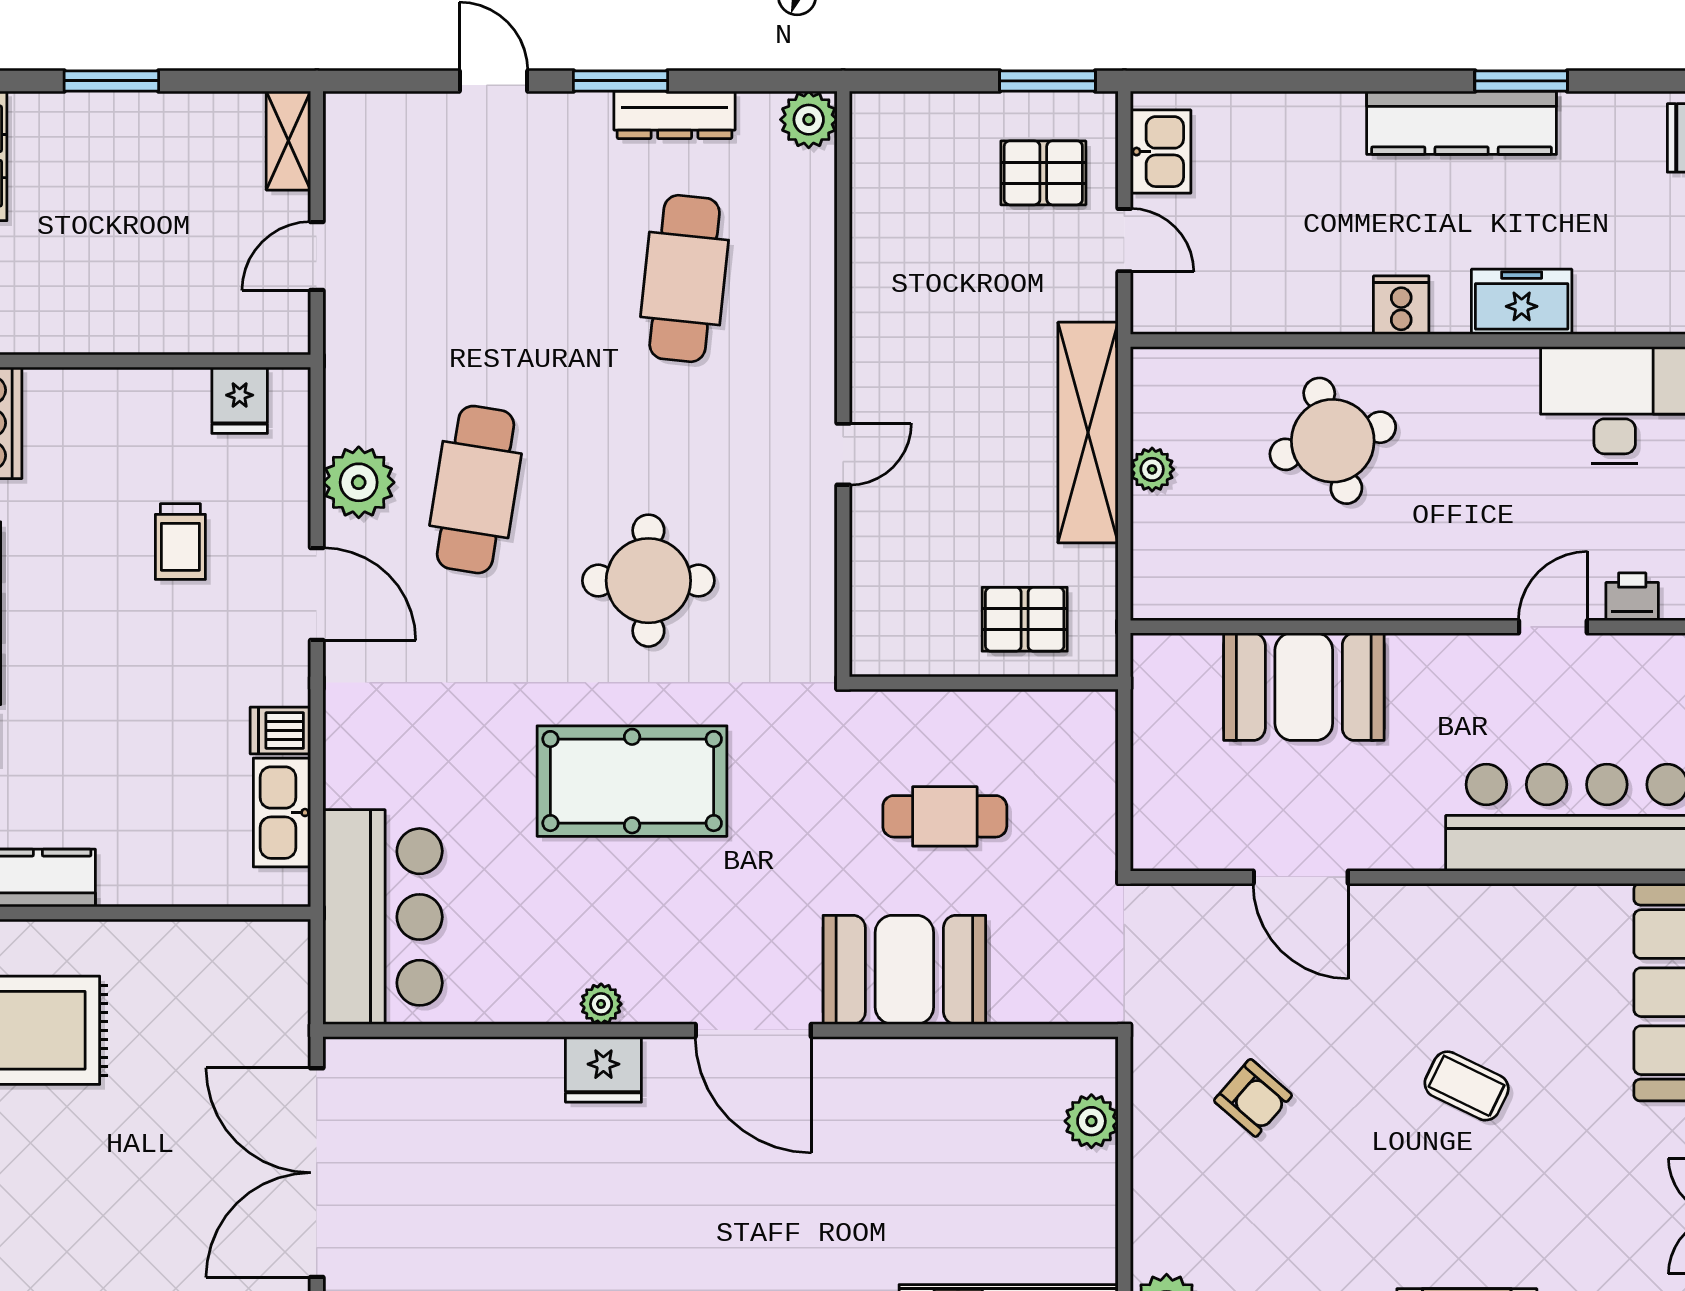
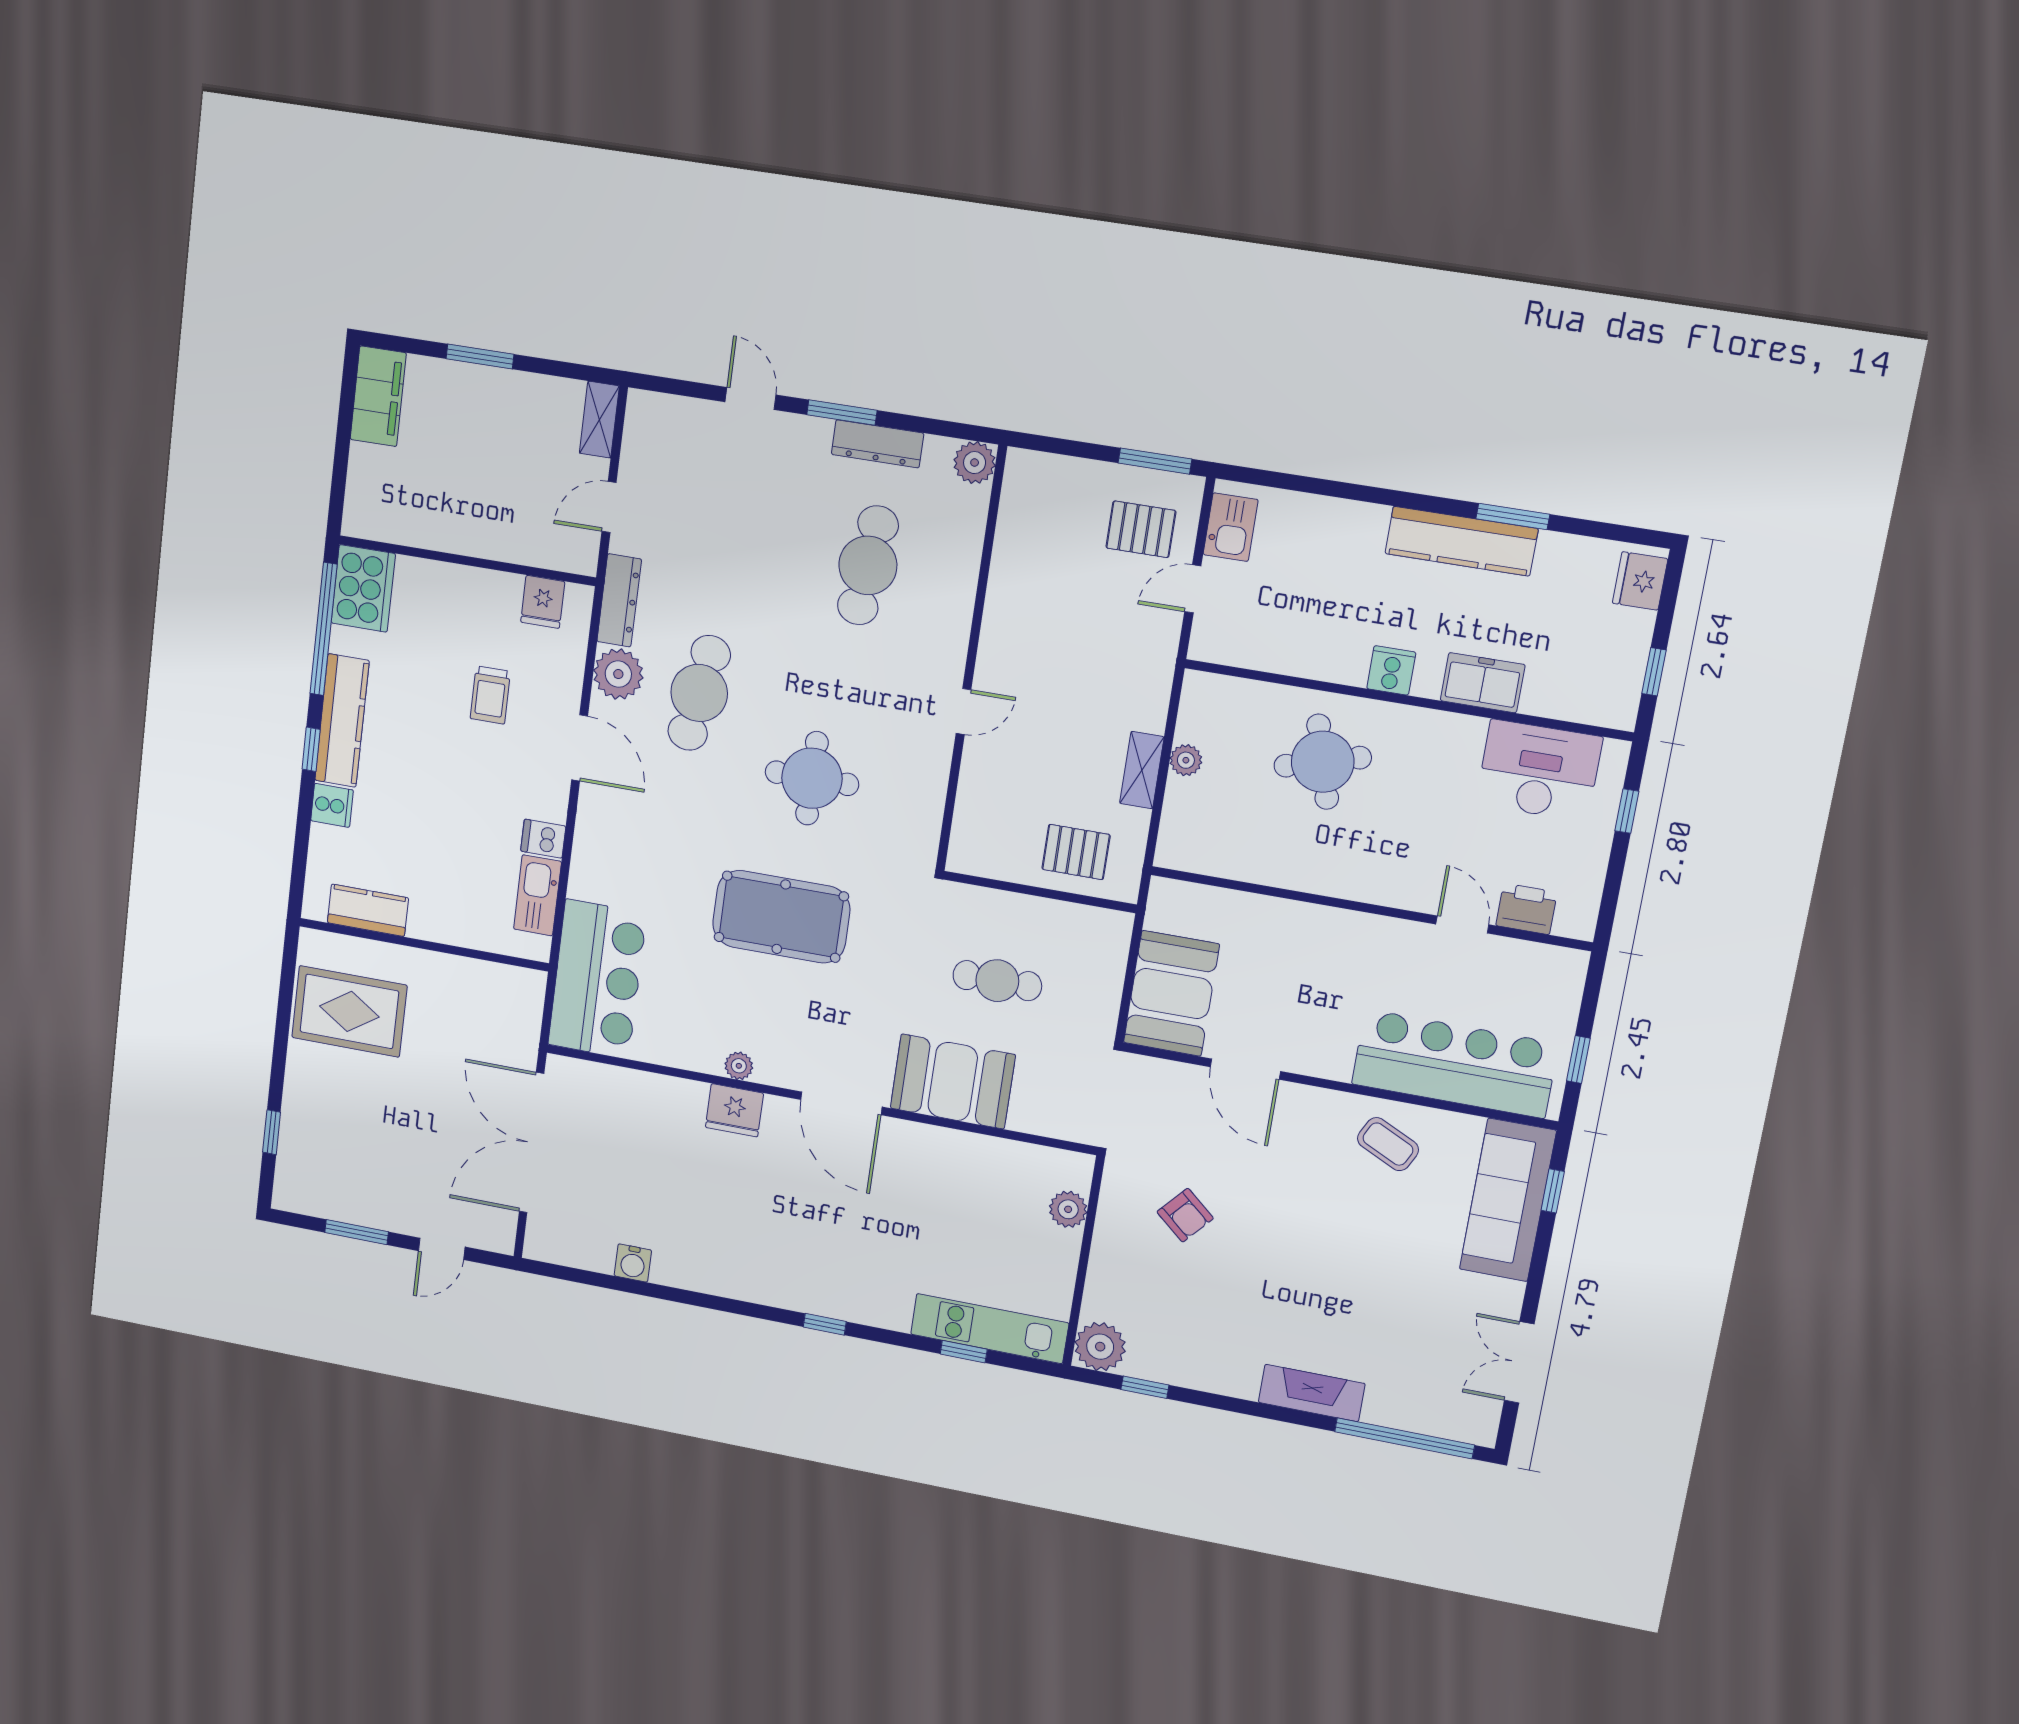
door: (1124, 240) -> (1193, 589), swing flipped
dresser: (347, 381) -> (619, 600), added
shelving: (1088, 433) -> (1142, 770), width x0.45, depth x0.75
printer: (1632, 597) -> (1526, 909), width x1.36, depth x1.24
door: (1553, 627) -> (1462, 924), hinge flipped
booth: (1304, 687) -> (1171, 993), moved, turned 90
coffee table: (1467, 1086) -> (1388, 1144), moved

